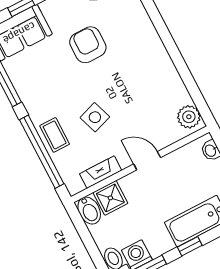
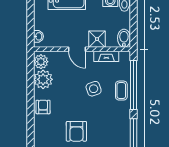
armchair: (153, 55) -> (43, 107), added
plant: (173, 93) -> (43, 79), added
shower: (110, 198) -> (97, 39), moved

